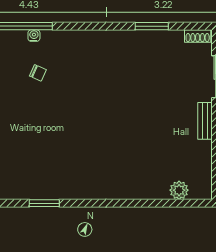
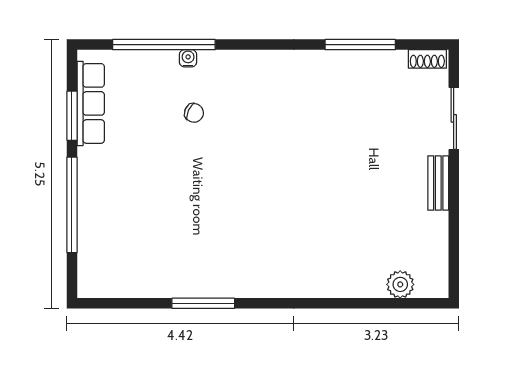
window: (152, 26) -> (360, 45), width x1.44
window: (44, 203) -> (203, 303), width x1.44

